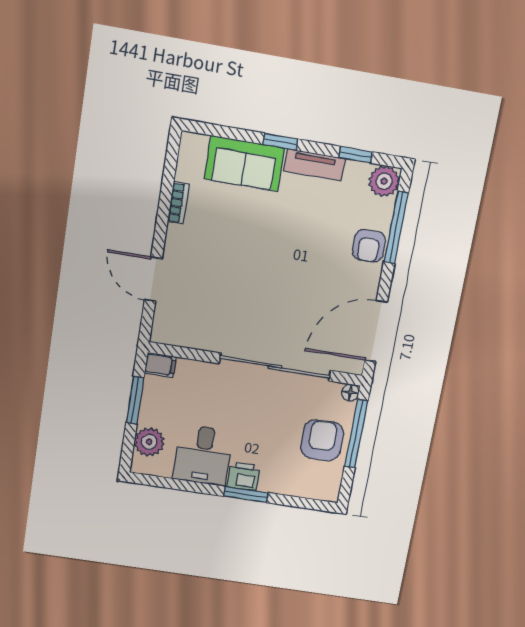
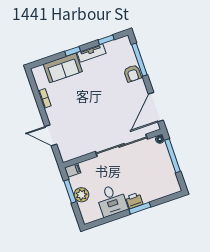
plant: (384, 181) -> (124, 44), removed
armchair: (322, 440) -> (159, 166), removed
plant: (149, 442) -> (81, 195), moved

